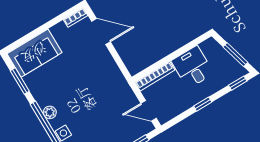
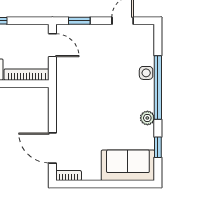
window: (20, 81) -> (158, 147), width x0.67
plant: (50, 112) -> (147, 118), moved

